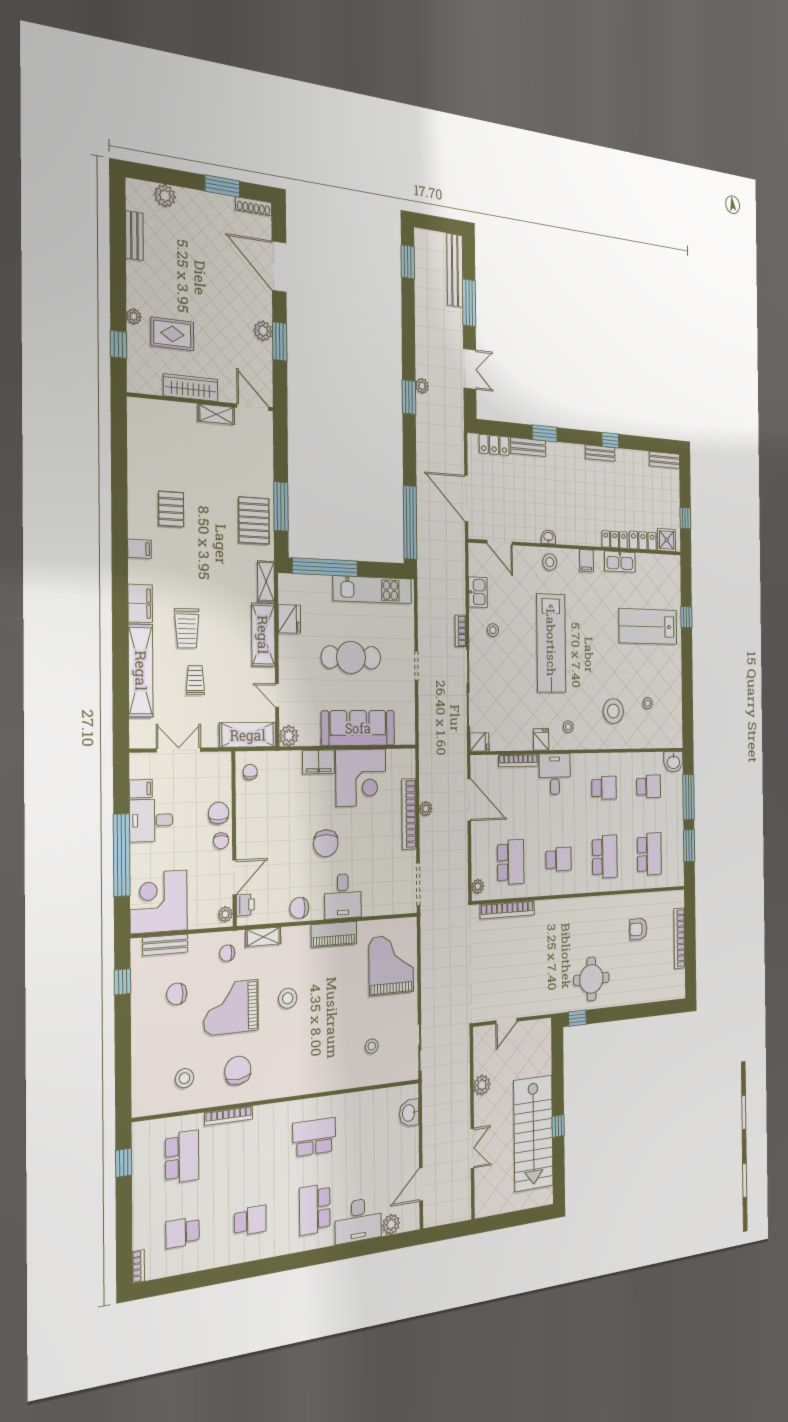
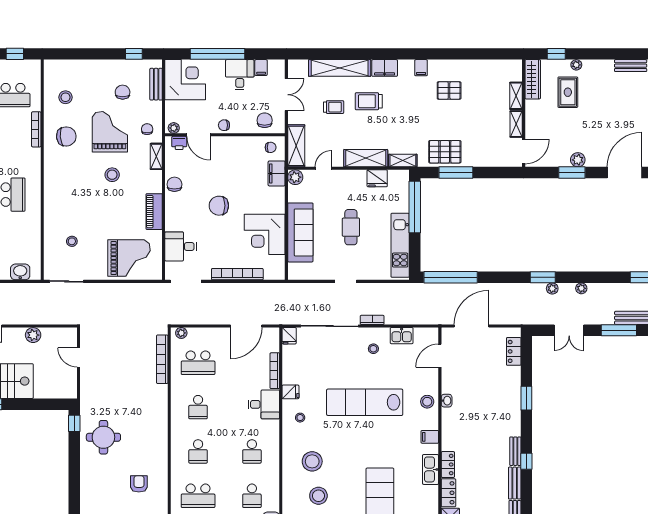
wardrobe: (191, 388) -> (533, 79), moved
shelving: (178, 411) -> (516, 96), added
bench: (528, 447) -> (515, 483), moved
cafe table: (351, 657) -> (351, 227), width x0.73, depth x0.74
stool: (648, 703) -> (318, 496), width x1.89, depth x1.89
filing cabinet: (319, 762) -> (277, 173), moved
plant: (426, 809) -> (581, 288), moved
chair: (219, 813) -> (265, 120), moved, turned -90
school desk: (605, 857) -> (198, 451), width x0.54
desk: (343, 896) -> (181, 246), moved

